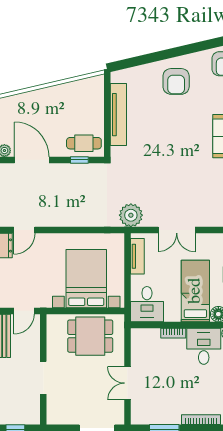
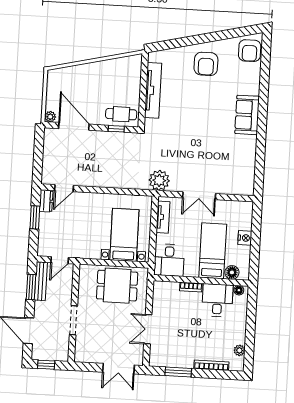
bed with nightstands: (86, 279) -> (124, 235), width x0.73

